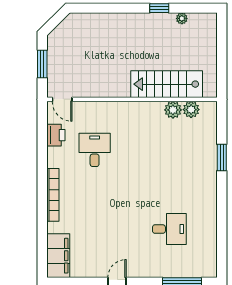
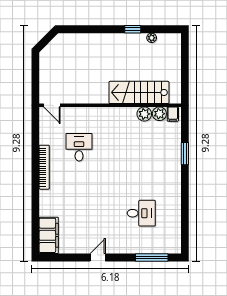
window: (42, 64) -> (35, 76), removed
filing cabinet: (207, 110) -> (173, 114), added
printer: (56, 135) -> (47, 135), removed
bookcase: (53, 195) -> (44, 167), moved

